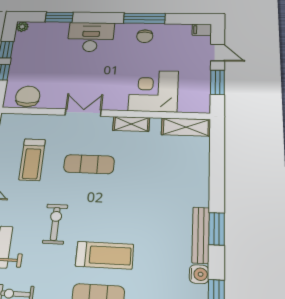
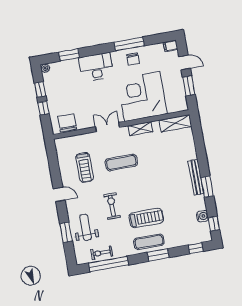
corner desk: (153, 91) -> (142, 96), width x1.36, depth x1.36
bench: (201, 235) -> (196, 177), moved

